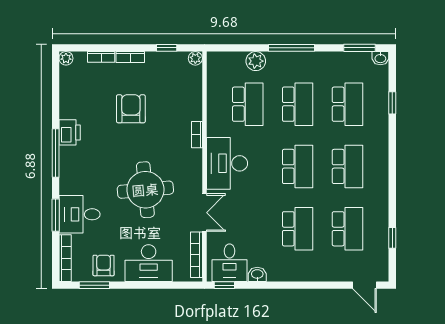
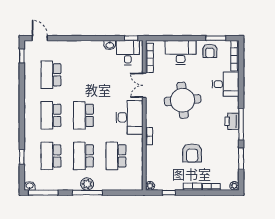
window: (359, 48) -> (43, 193), width x1.44
plant: (256, 61) -> (87, 184), moved
printer: (70, 132) -> (232, 121), moved
window: (56, 215) -> (241, 159), moved
school desk: (298, 229) -> (83, 75), removed
window: (392, 238) -> (22, 56), moved

